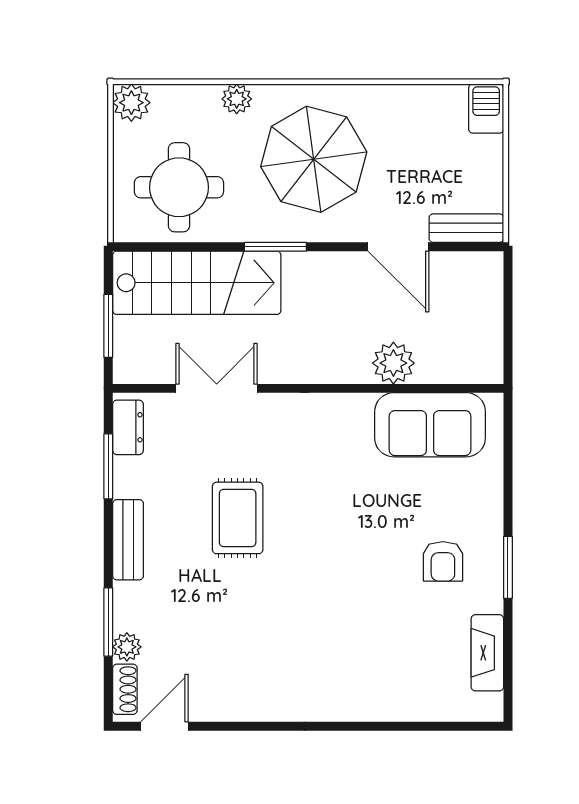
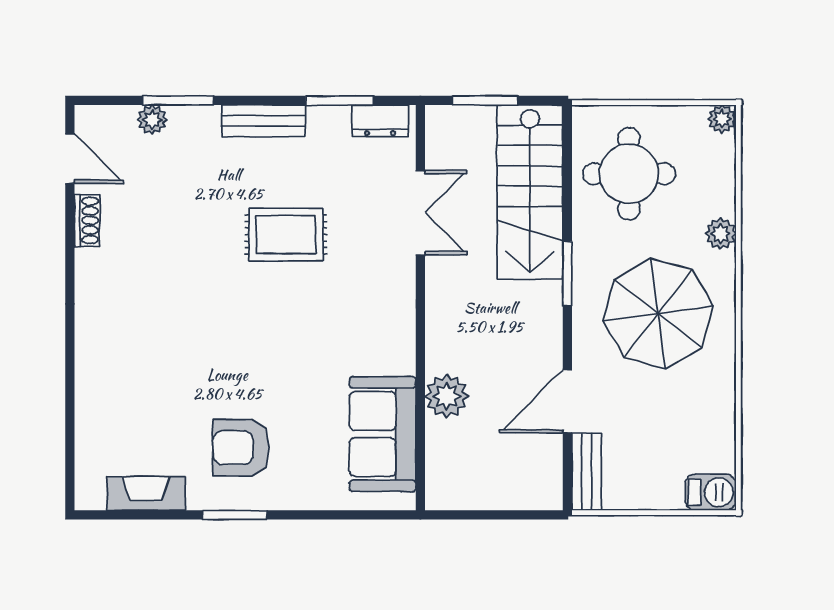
plant: (131, 103) -> (722, 119), width x0.73, depth x0.73
armchair: (443, 561) -> (241, 448), width x1.38, depth x1.38
shoe rack: (125, 689) -> (87, 220), moved, turned -90

